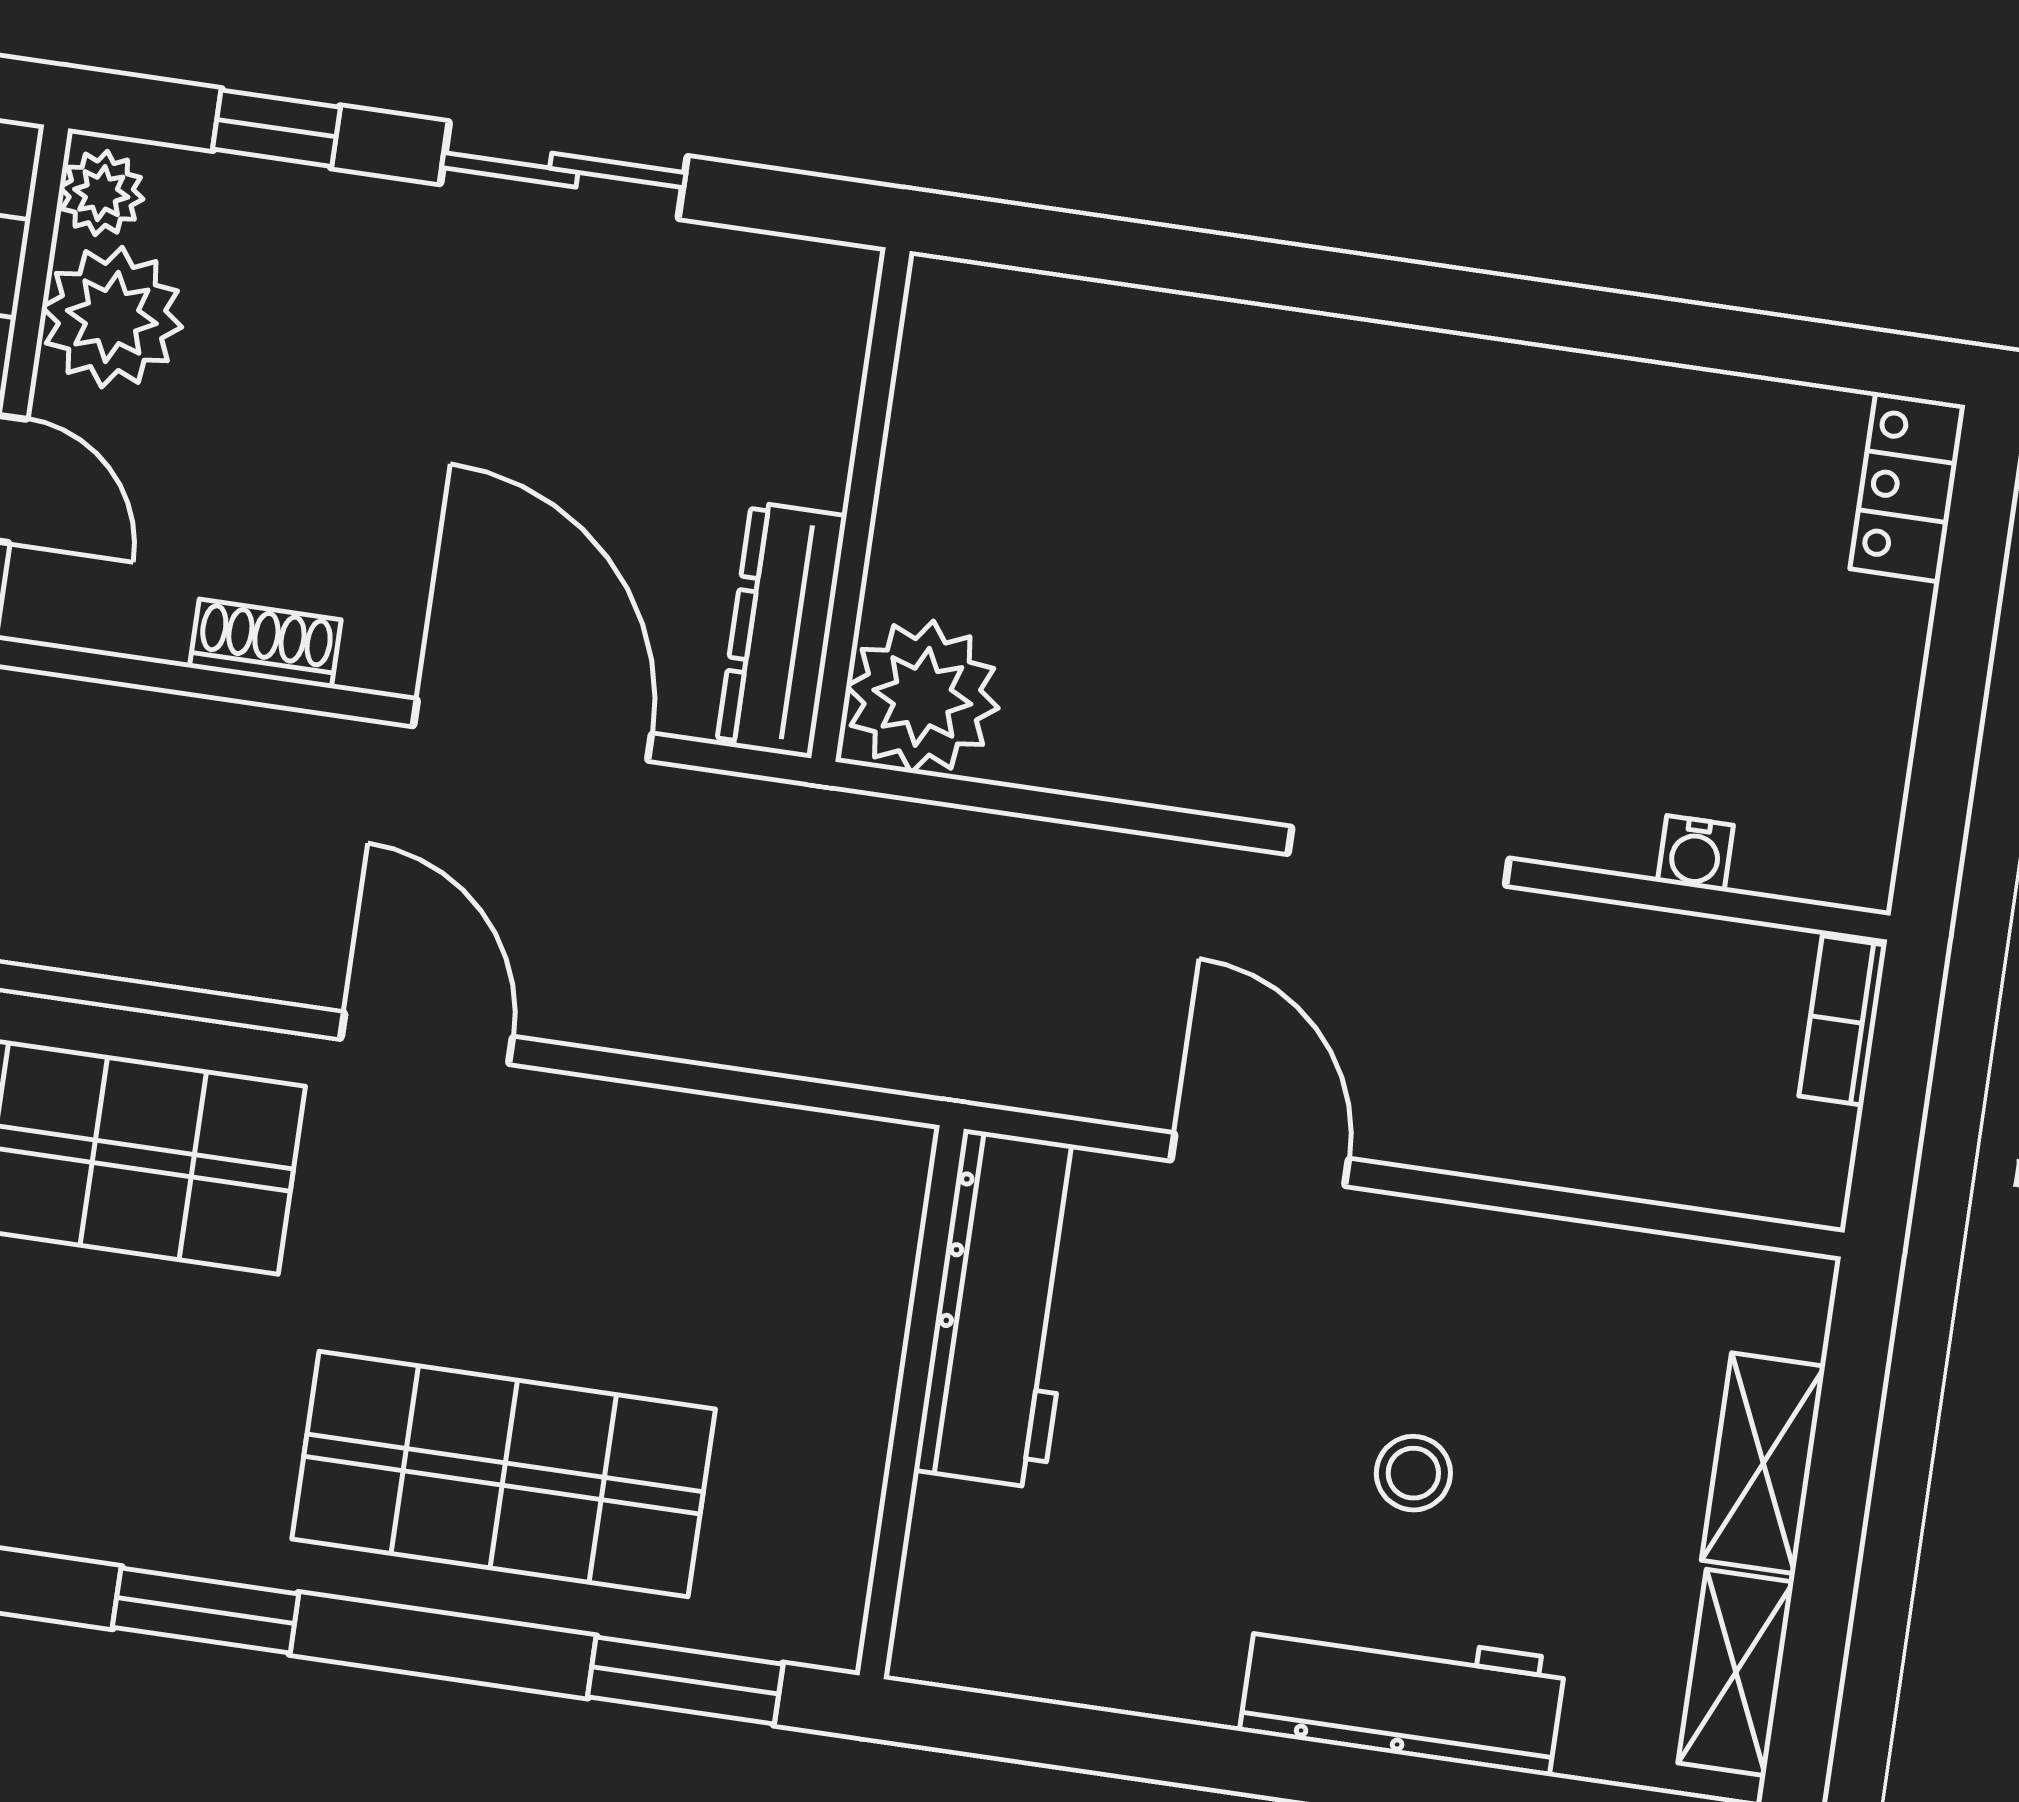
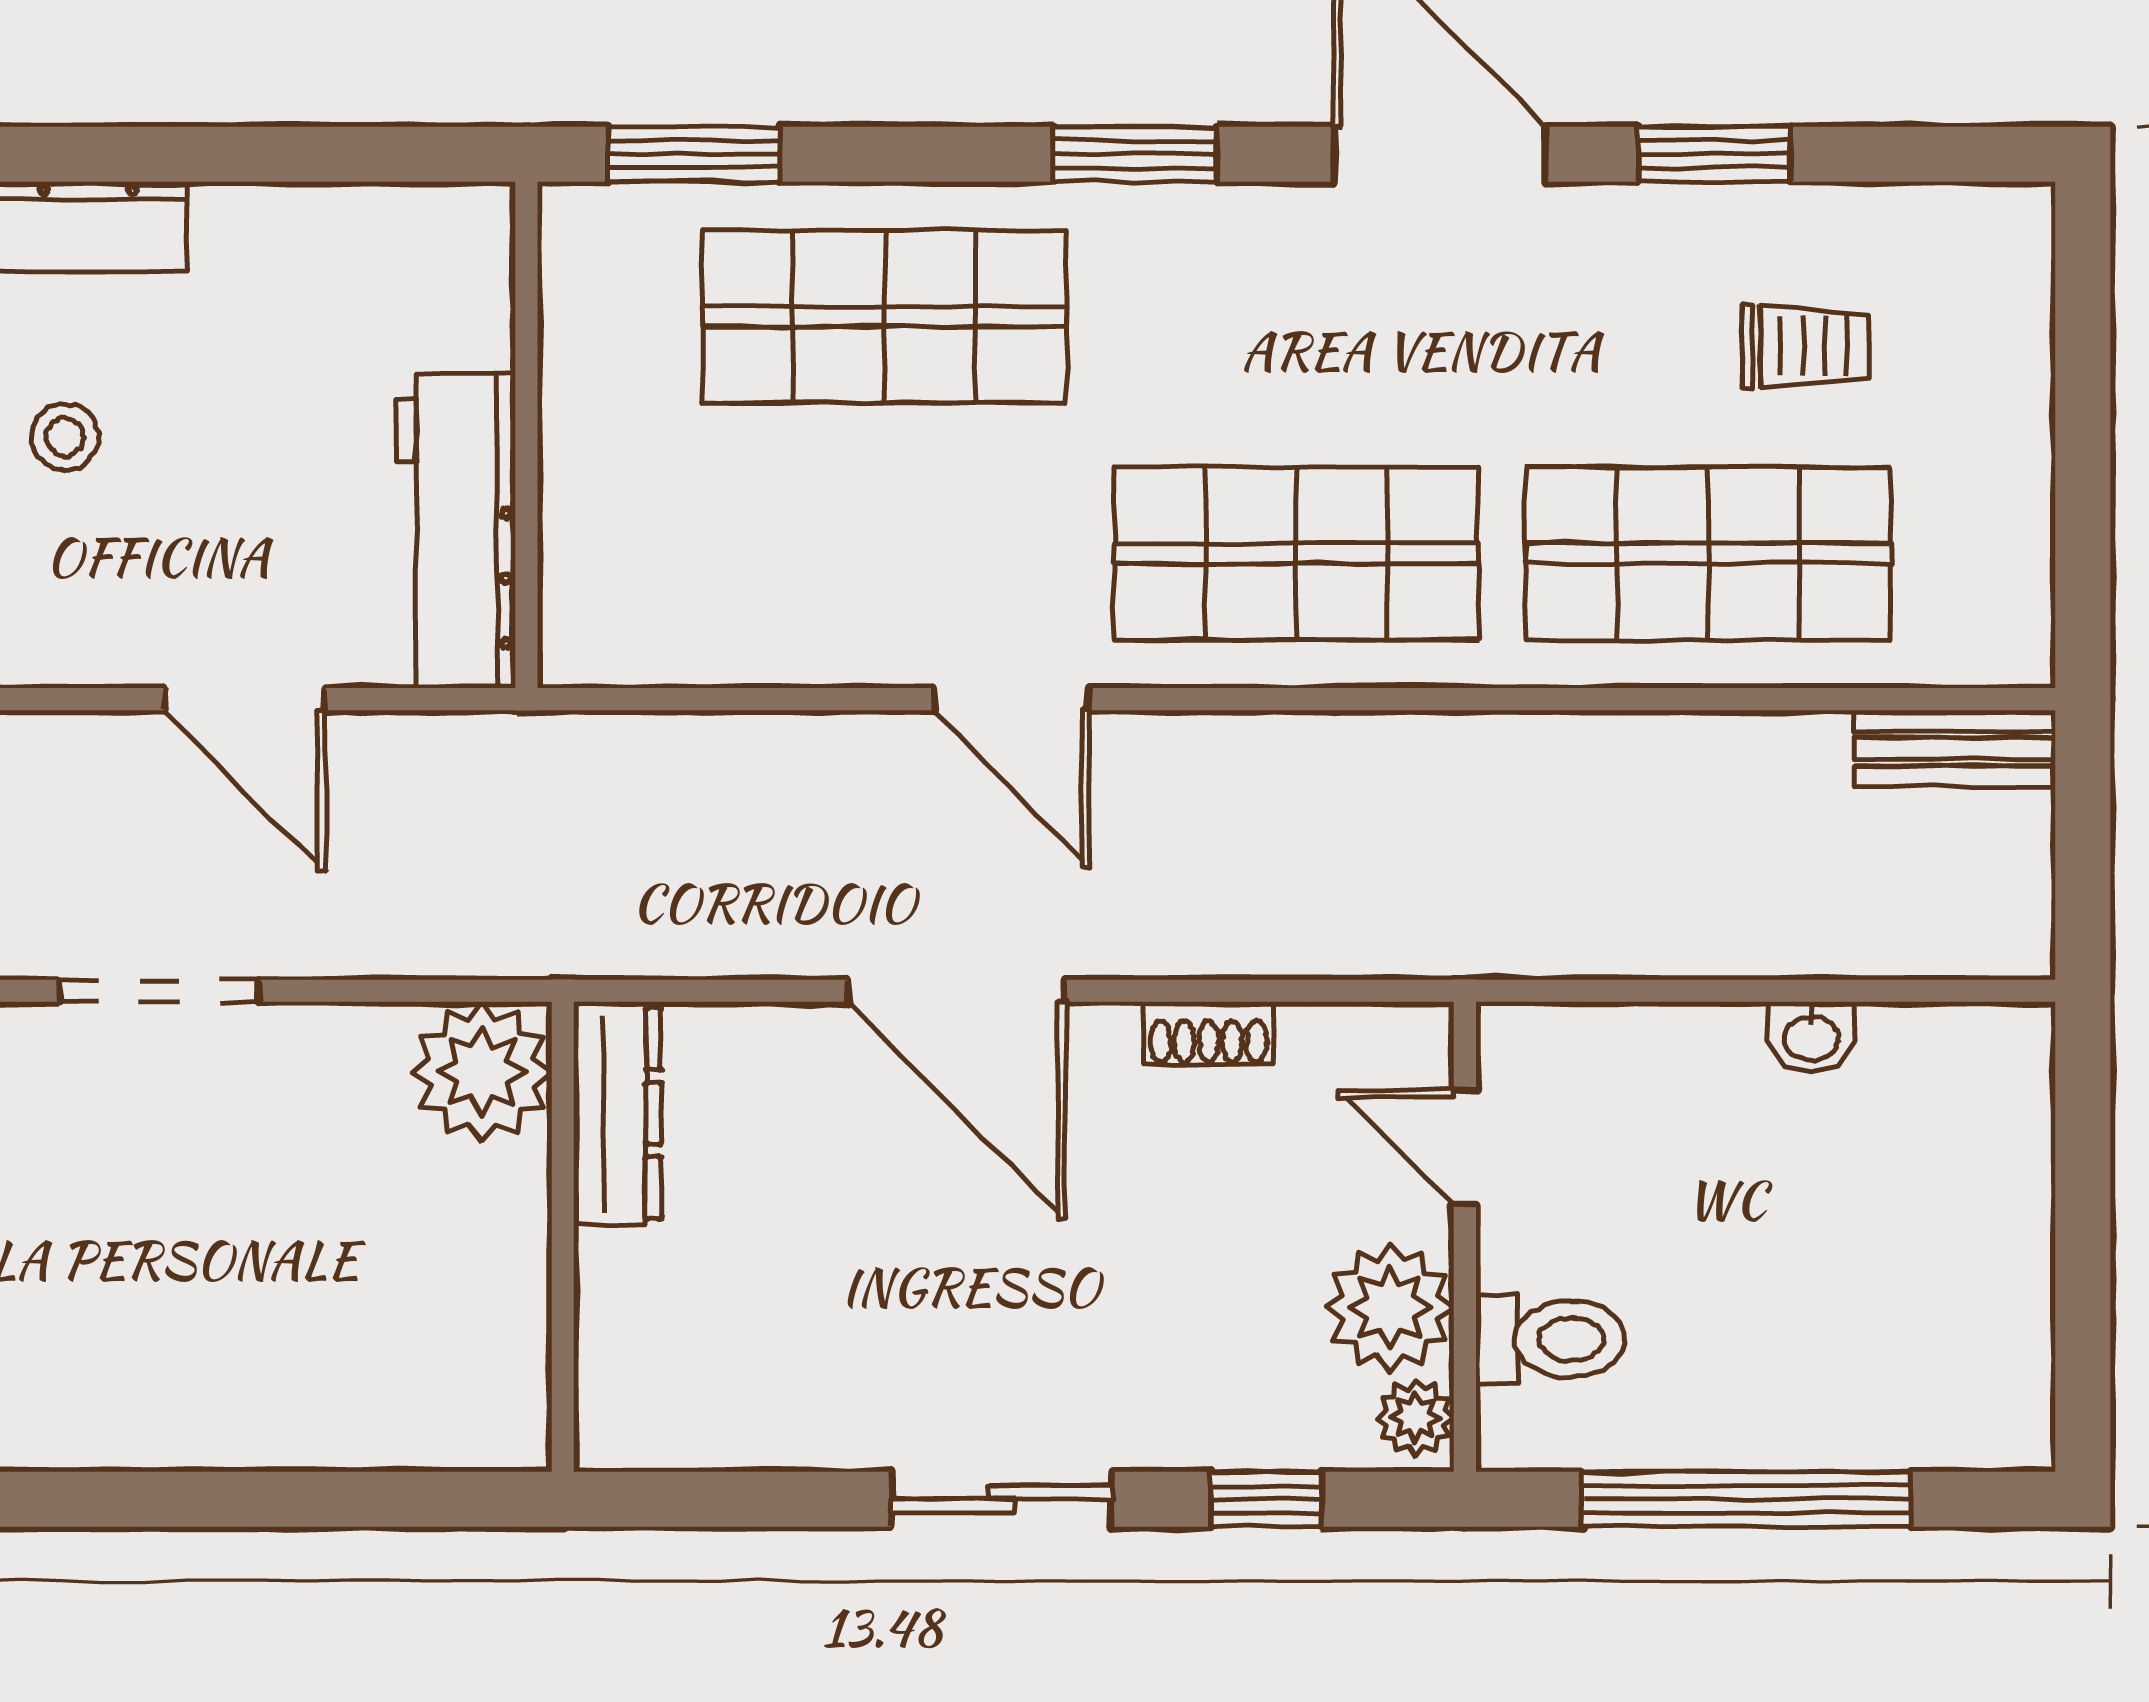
wall: (861, 505) -> (563, 1237), moved
dresser: (782, 630) -> (617, 1113), moved
plant: (922, 697) -> (482, 1072), moved

